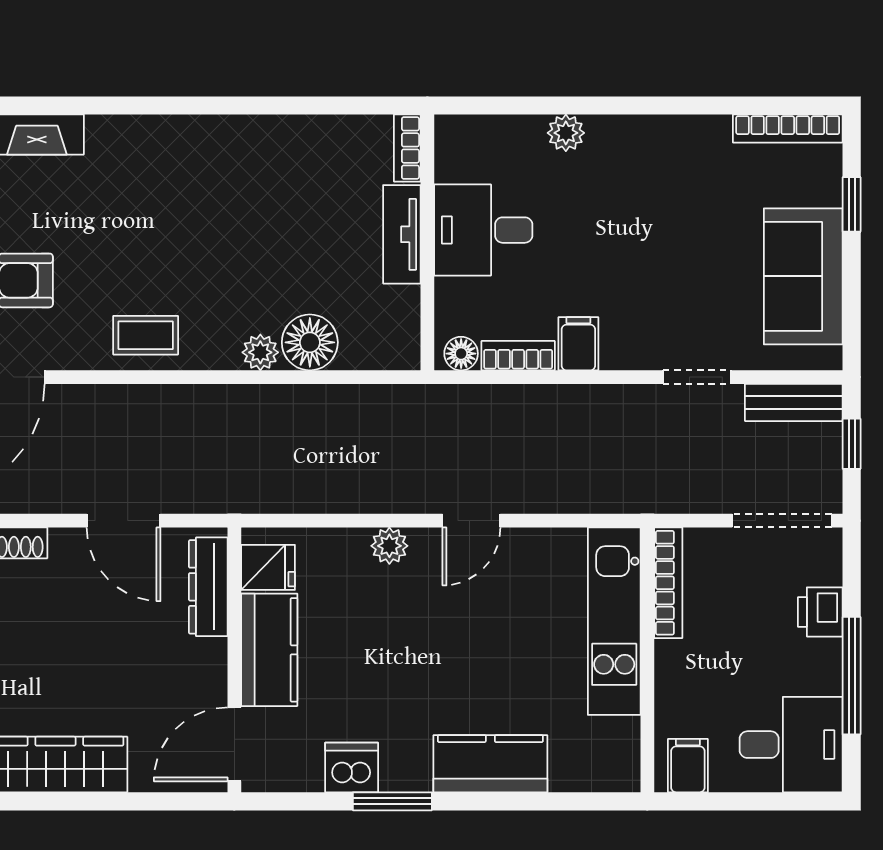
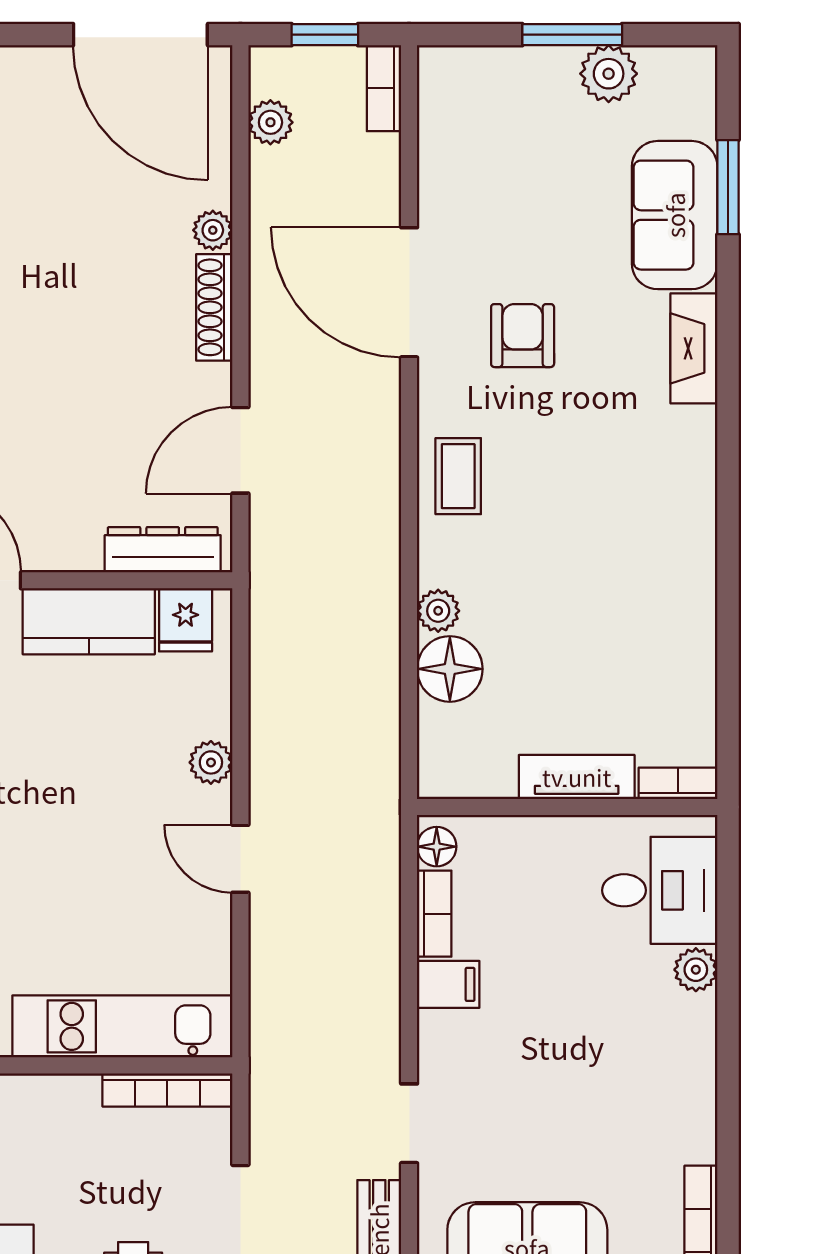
desk: (483, 230) -> (660, 890), moved, turned 90

